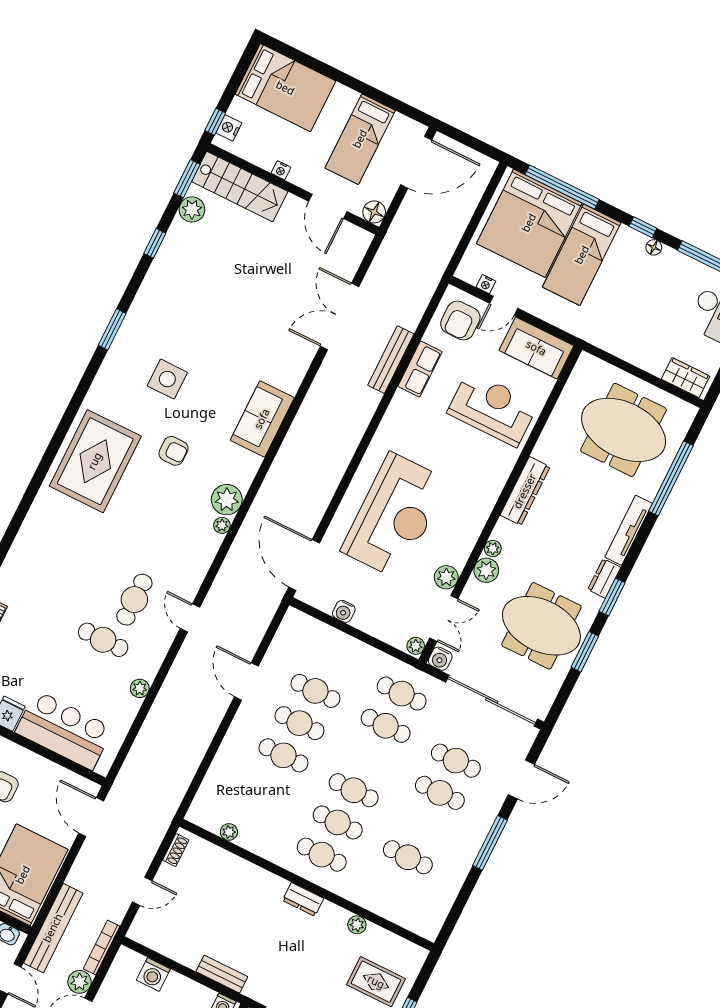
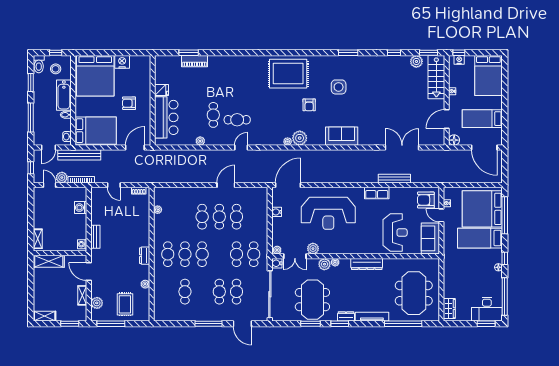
row of seats: (420, 369) -> (377, 193), moved

